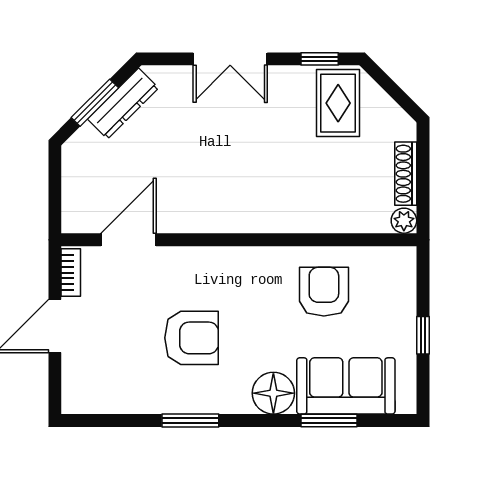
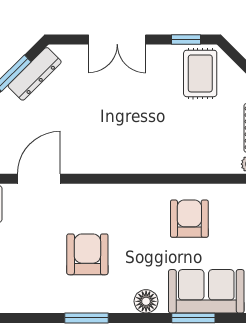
armchair: (192, 338) -> (87, 254), turned -90
floor lamp: (273, 393) -> (146, 301), width x0.73, depth x0.73

